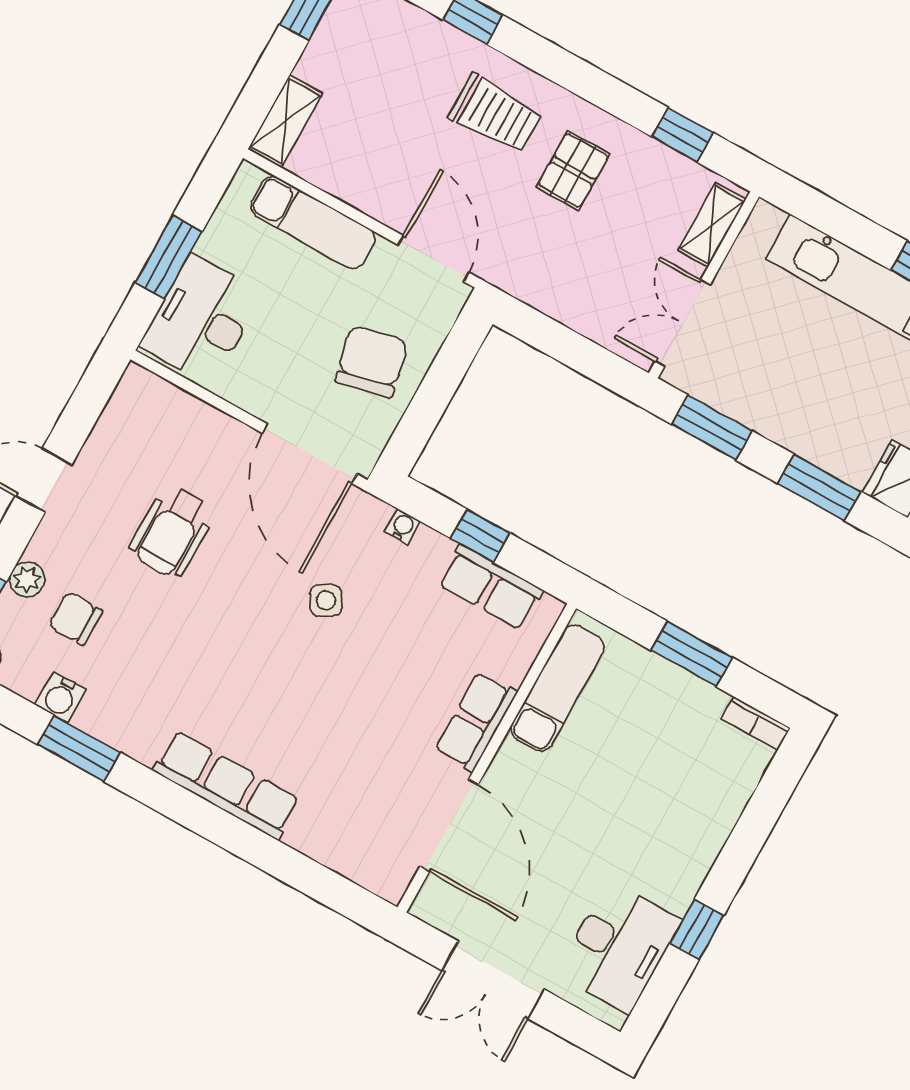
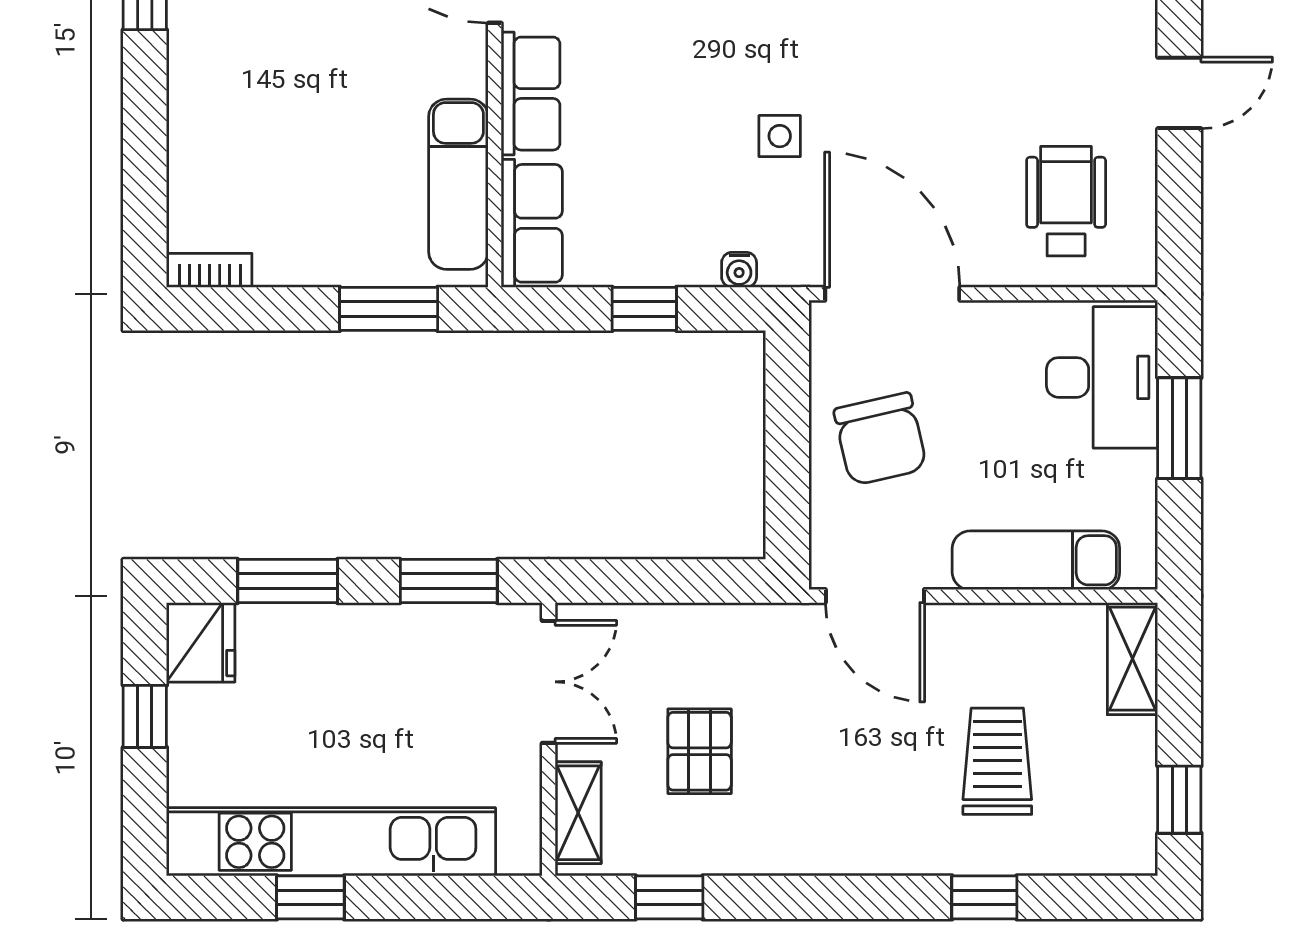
trolley: (495, 114) -> (997, 761), moved, turned 90
pallet: (573, 171) -> (700, 751), moved
wheelchair: (172, 532) -> (1066, 201), moved
row of seats: (490, 587) -> (532, 223), moved, turned 90
side table: (326, 600) -> (780, 136), turned 31
window: (692, 654) -> (389, 309), moved

